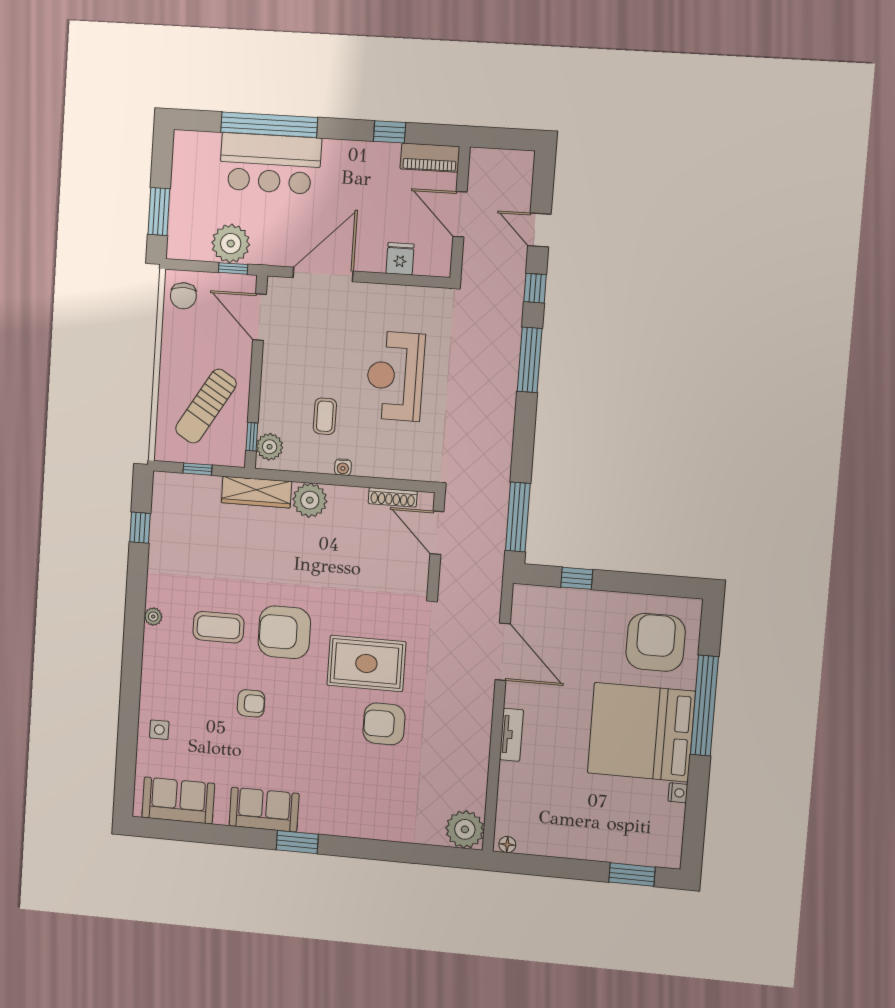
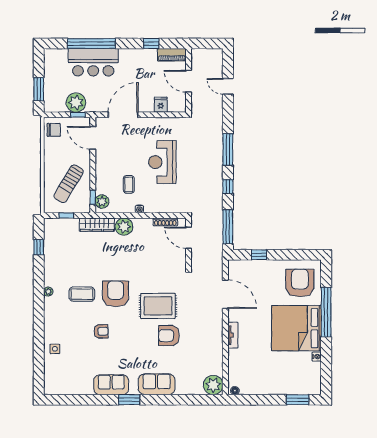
window: (535, 288) -> (228, 187), moved
chair: (183, 296) -> (54, 130), turned -90
armchair: (284, 632) -> (116, 294), turned 90
sofa: (178, 800) -> (157, 384), moved

